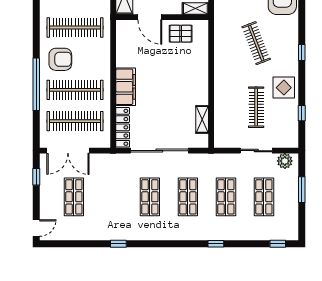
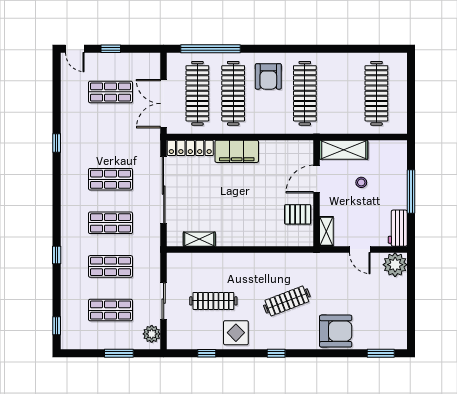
pallet: (181, 34) -> (298, 214), turned 90
window: (36, 84) -> (211, 49), moved
double door: (68, 151) -> (164, 104), moved
window: (36, 177) -> (111, 49), moved

